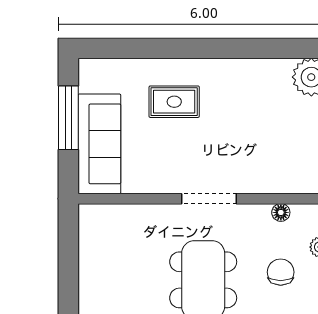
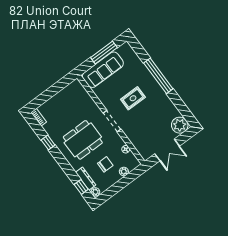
window: (188, 48) -> (158, 76), added
rug: (174, 102) -> (133, 98), moved, turned 90

